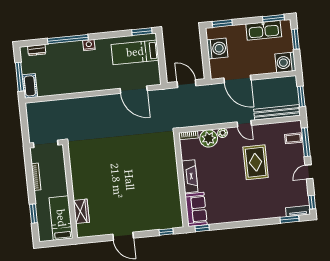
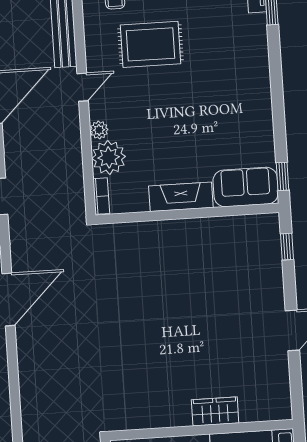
rug: (256, 162) -> (151, 44), moved
wardrobe: (81, 211) -> (215, 411), moved

